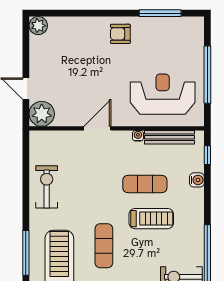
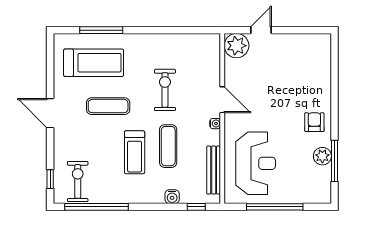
plant: (38, 26) -> (322, 156), moved
water cooler: (138, 136) -> (215, 124), moved
exercise bike: (47, 187) -> (165, 90), moved, turned -90

